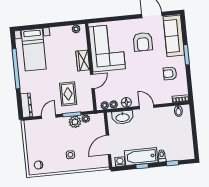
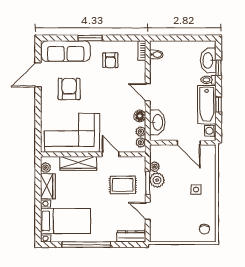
wardrobe: (61, 32) -> (48, 186), added
armchair: (143, 42) -> (69, 89), turned -90
wardrobe: (83, 60) -> (78, 163), width x1.50
door: (147, 107) -> (148, 92), hinge flipped
washbasin: (178, 154) -> (208, 60), added

